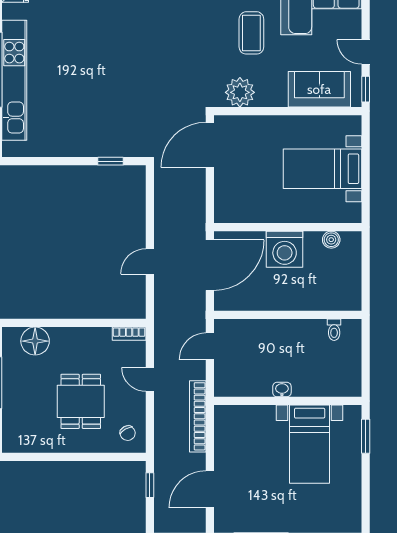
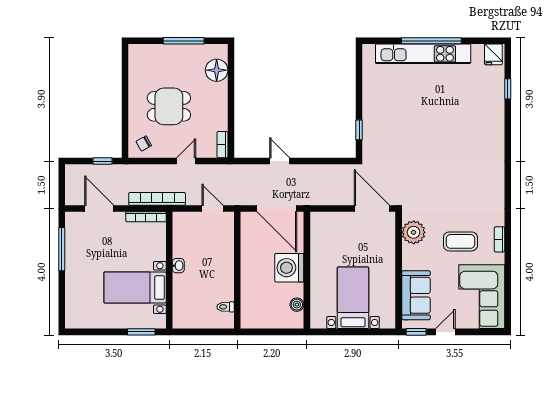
bookcase: (220, 430) -> (146, 217), added

